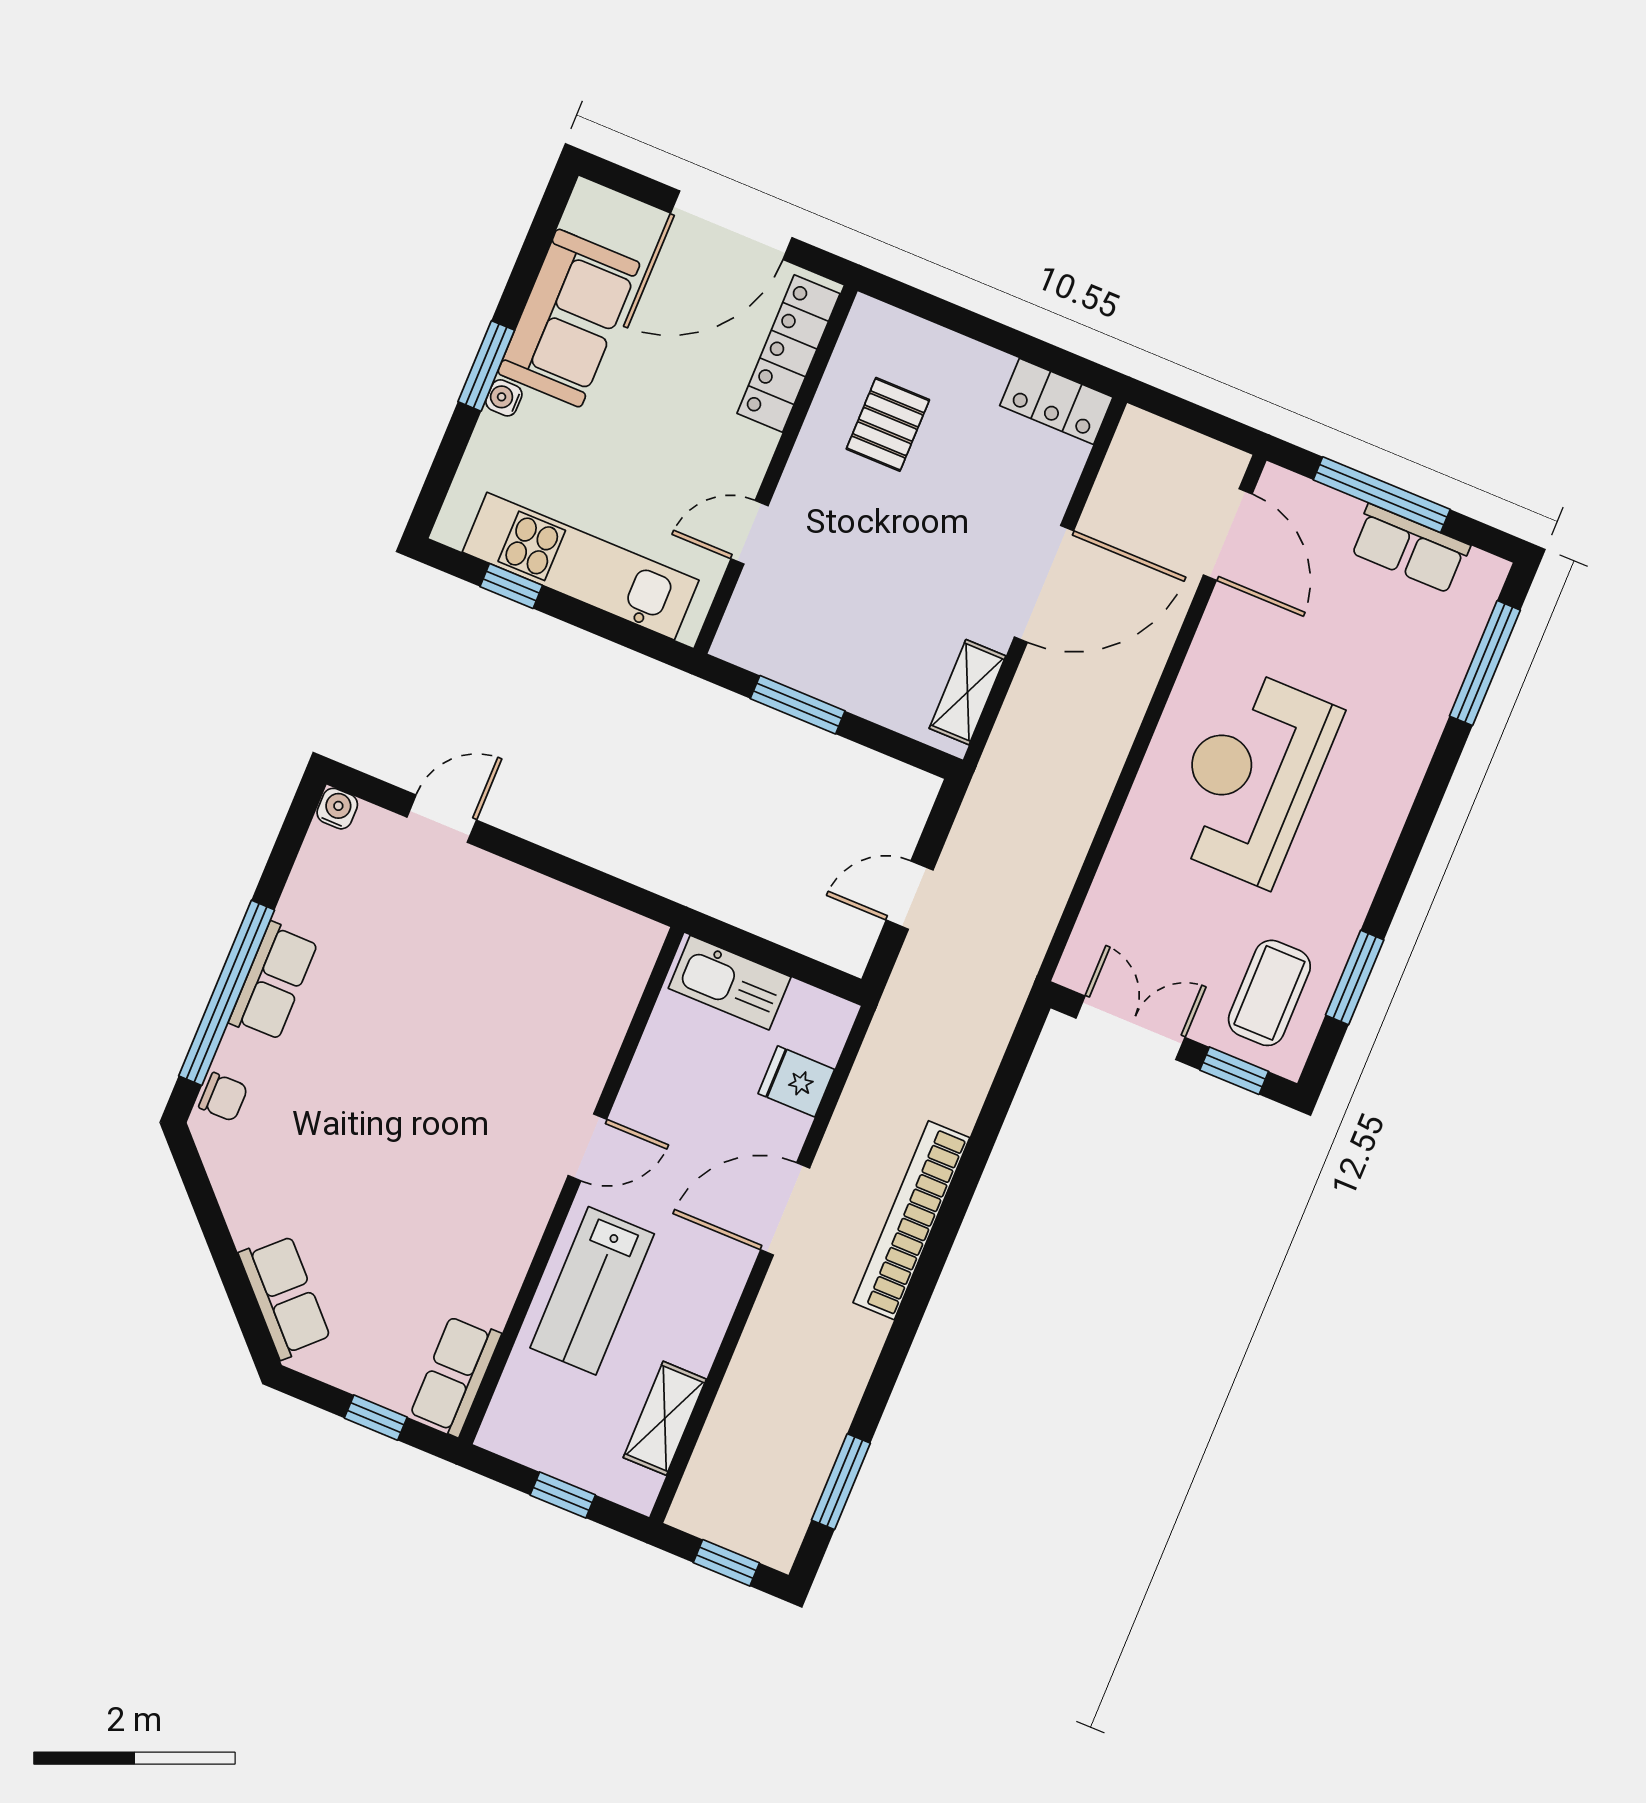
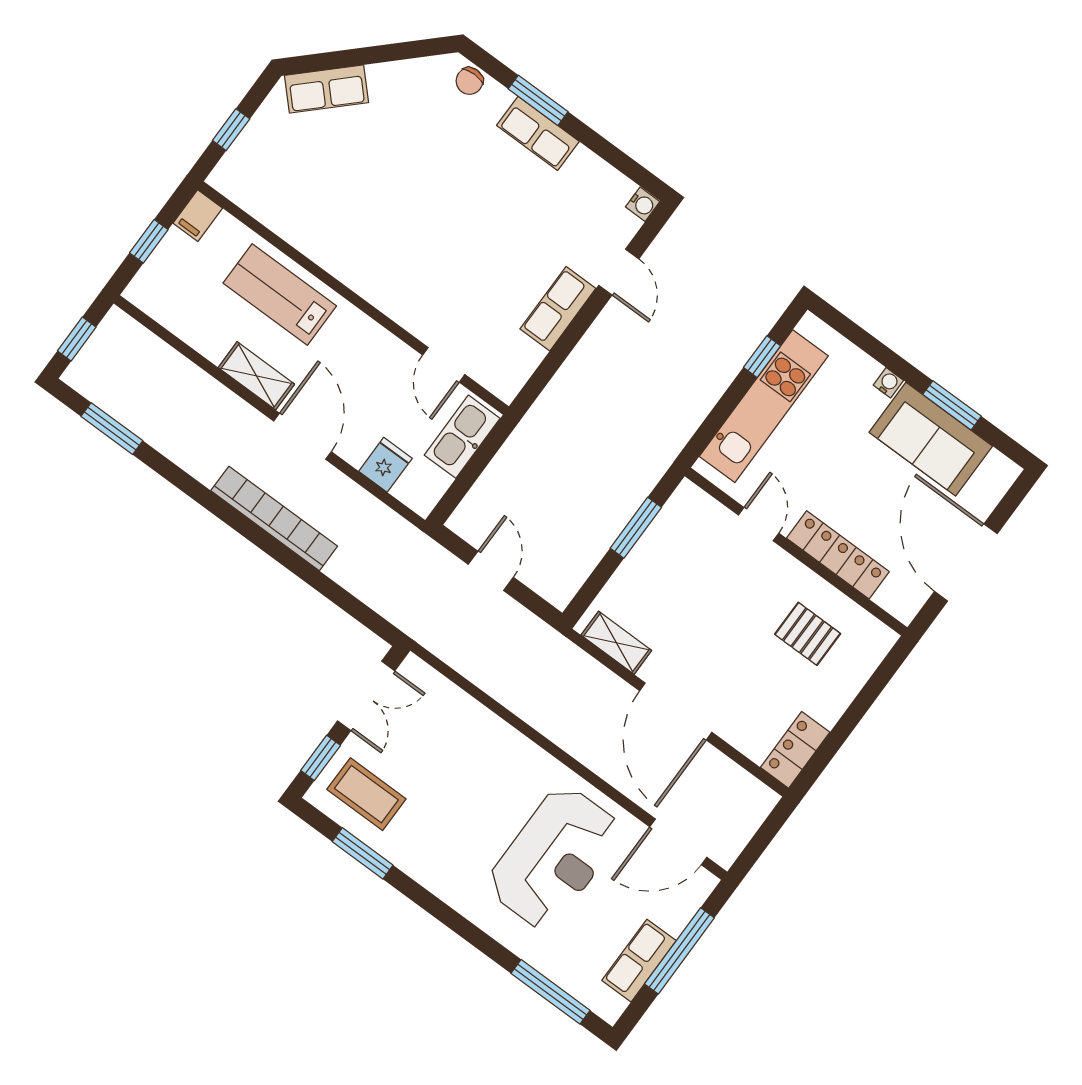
locker: (788, 354) -> (838, 555), moved
window: (486, 366) -> (952, 405), moved
reception desk: (1251, 777) -> (554, 858), moved, turned 90
window: (227, 993) -> (538, 100), width x0.47
door: (587, 1147) -> (444, 365), moved
row of seats: (455, 1375) -> (558, 309), moved, turned -90
shelving: (665, 1418) -> (256, 376), moved
filing cabinet: (509, 1435) -> (198, 216), added

